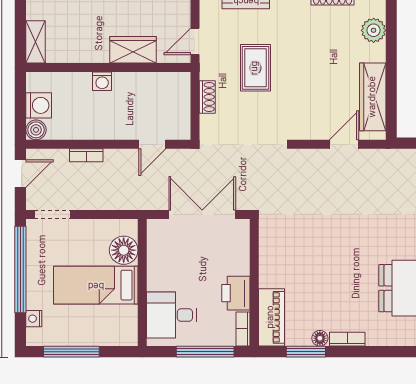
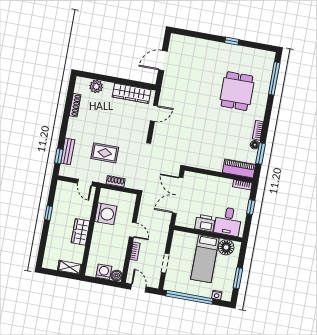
wardrobe: (133, 50) -> (80, 232), moved
washing machine: (102, 81) -> (106, 214), moved, width x1.89, depth x1.89
door: (152, 144) -> (133, 230), moved
door: (344, 144) -> (154, 113), swing flipped
doorway: (53, 214) -> (165, 263), moved
floor lamp: (124, 250) -> (226, 247), moved
printer: (236, 293) -> (205, 223), moved, turned 180
window: (71, 352) -> (238, 278), width x0.69
window: (205, 352) -> (251, 207), width x0.46

